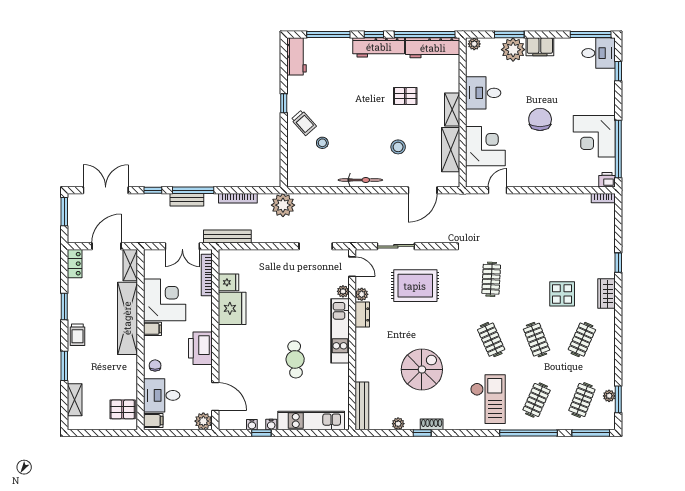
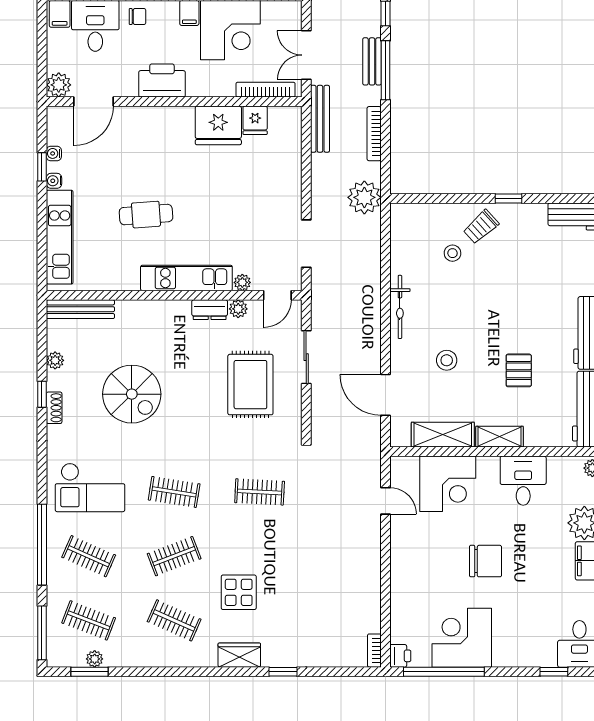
clothes rail: (491, 340) -> (174, 492), turned 33

